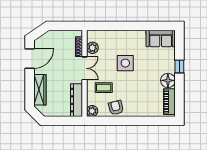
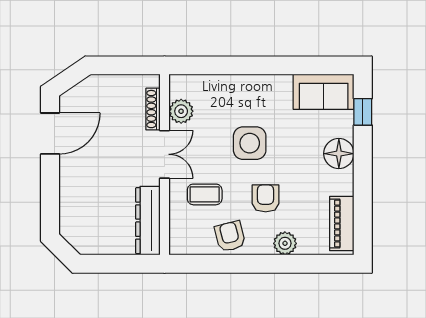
window: (179, 67) -> (363, 112), moved
floor lamp: (168, 80) -> (339, 154), moved
armchair: (133, 89) -> (266, 198), added
wardrobe: (40, 90) -> (71, 199), removed
plant: (92, 111) -> (285, 243), moved

